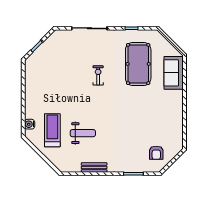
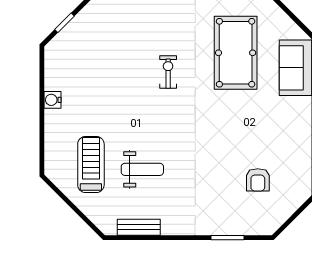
water cooler: (30, 124) -> (53, 100), moved
armchair: (156, 153) -> (258, 180), moved
bench: (94, 167) -> (139, 227), moved

